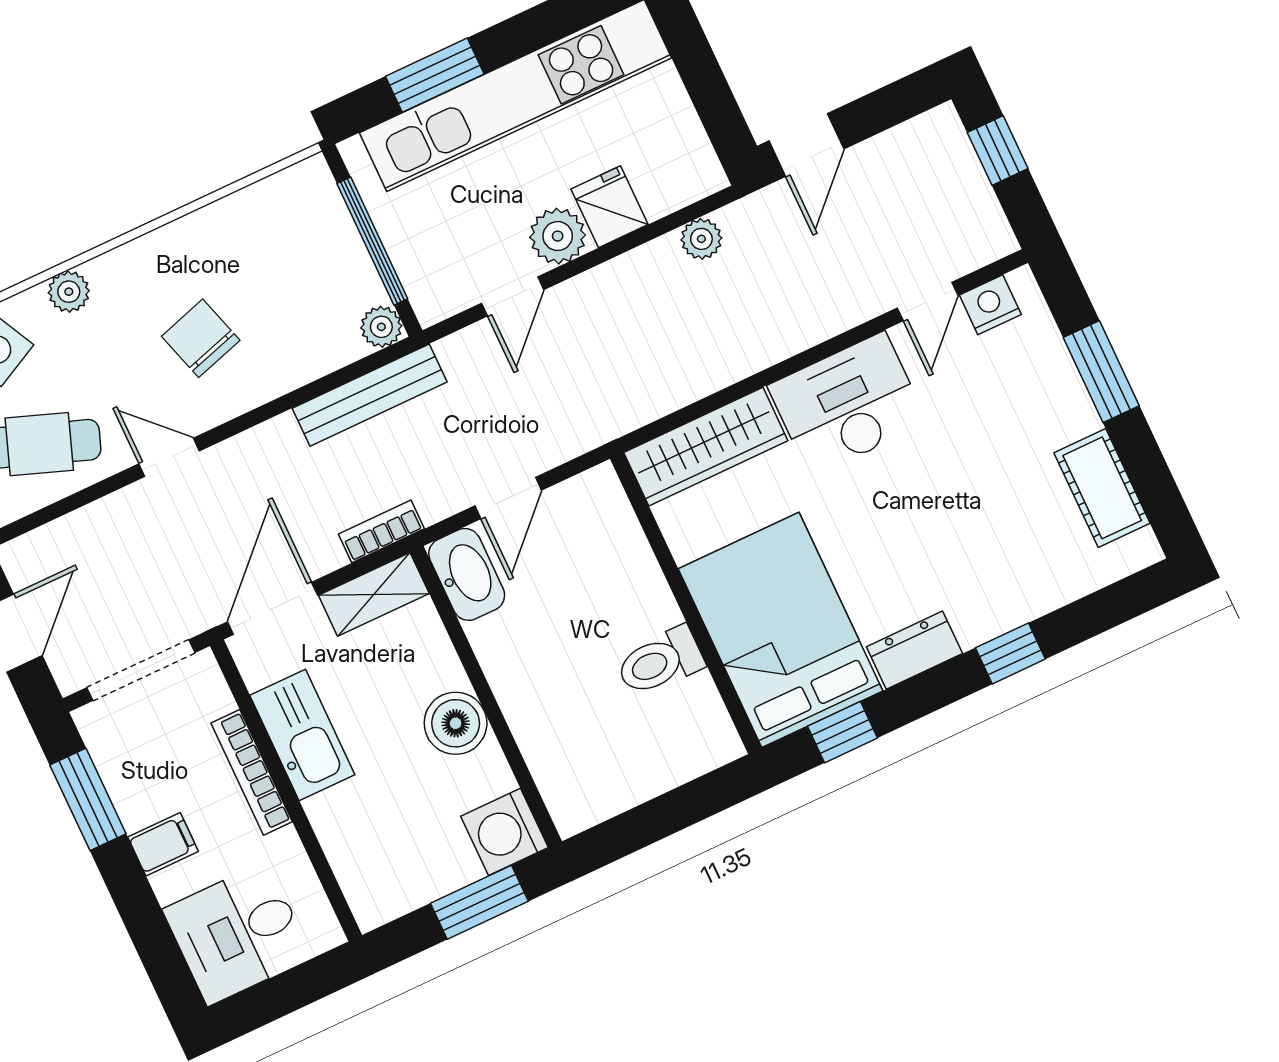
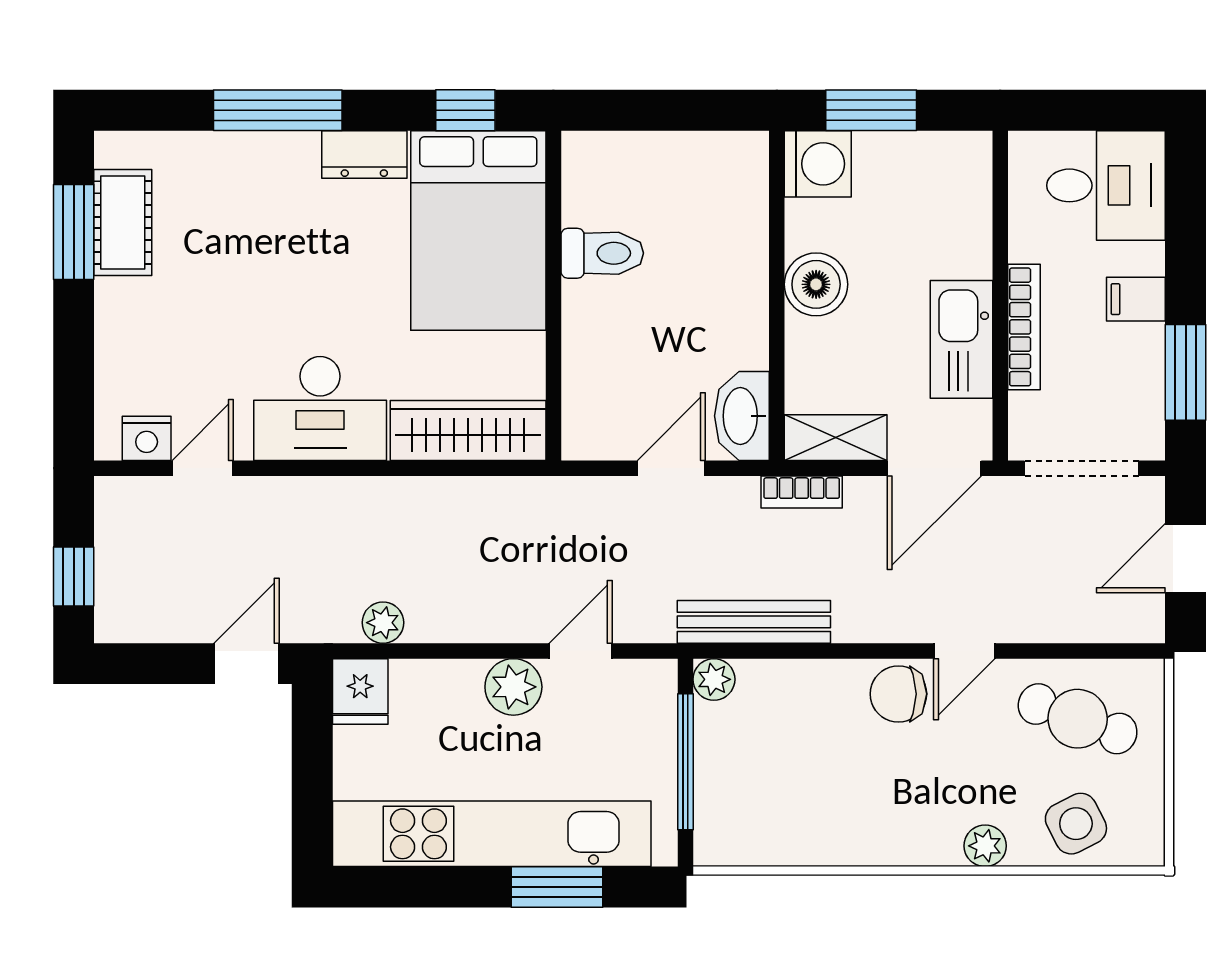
fridge: (610, 207) -> (360, 691), moved
chair: (201, 338) -> (898, 694), moved, turned 107
window: (1101, 372) -> (74, 232), moved
door: (169, 457) -> (964, 651), hinge flipped
window: (1010, 653) -> (278, 110), width x2.17

